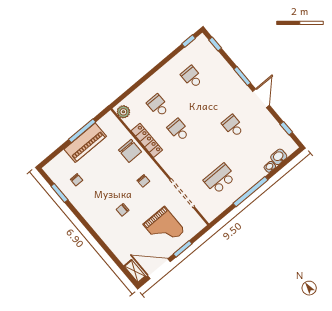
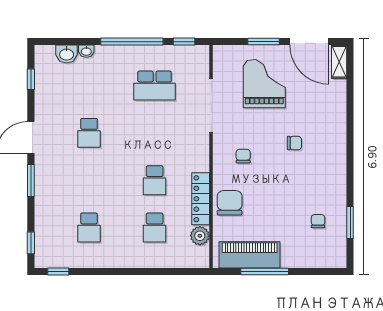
plant: (123, 112) -> (200, 236), moved
piano: (85, 143) -> (250, 255), moved
window: (224, 214) -> (184, 42), added

